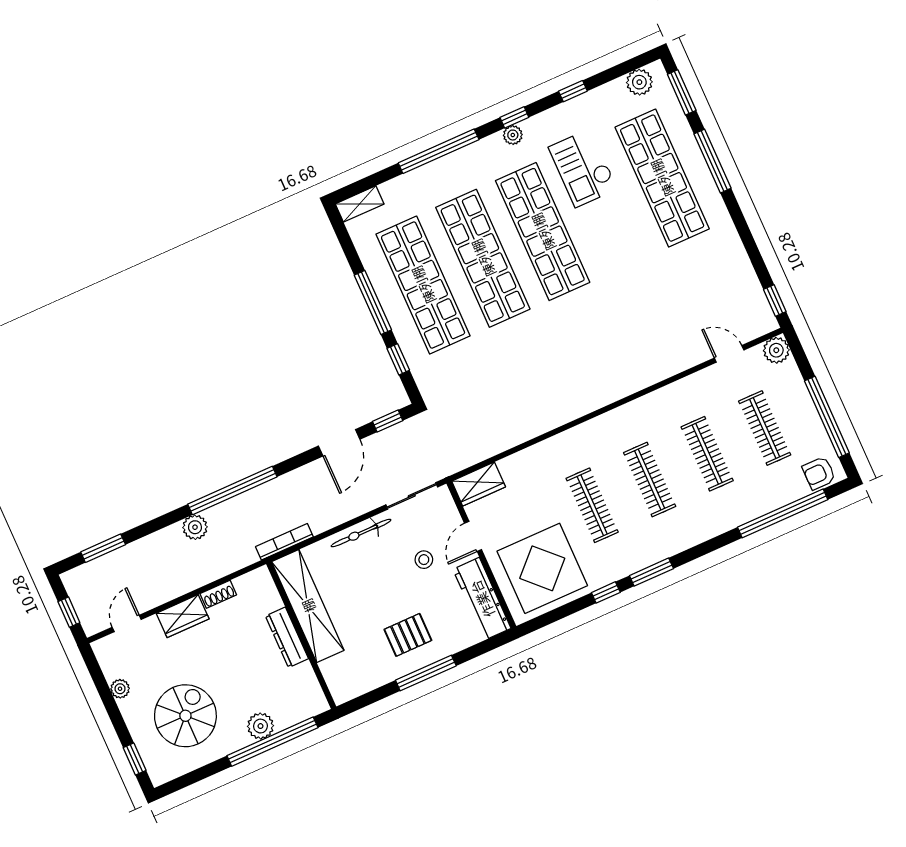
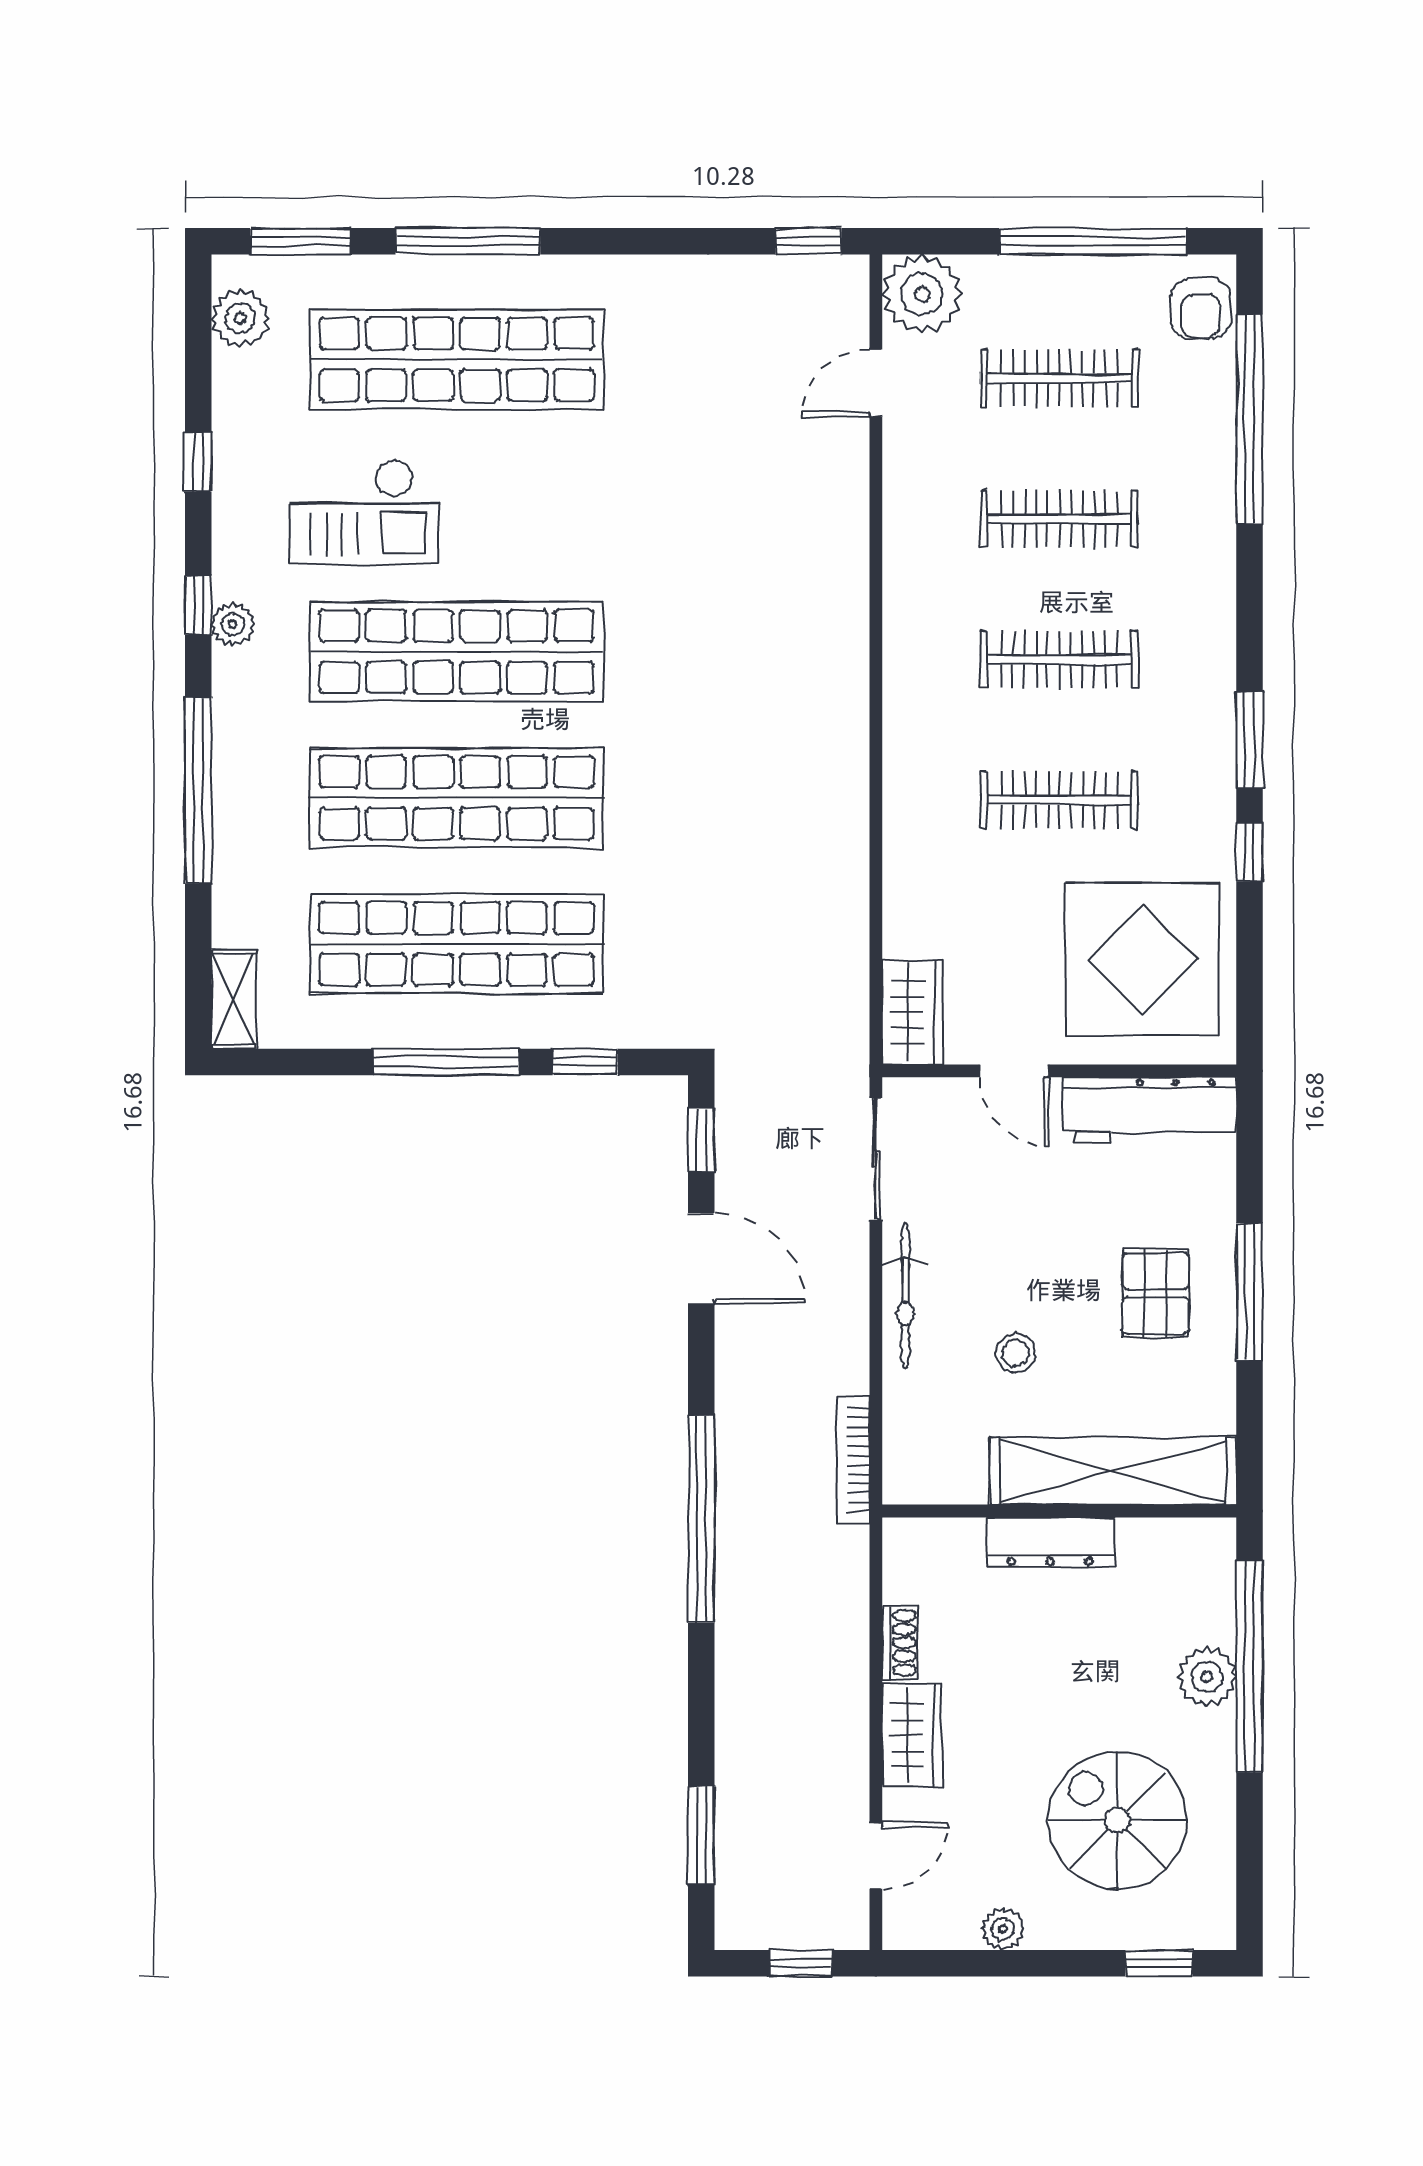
plant: (776, 350) -> (922, 294), width x1.36, depth x1.36
plant: (195, 527) -> (742, 1629), removed
stool: (424, 560) -> (1016, 1353), moved
shelving: (308, 606) -> (1113, 1471), moved
door: (127, 623) -> (876, 1856), swing flipped

